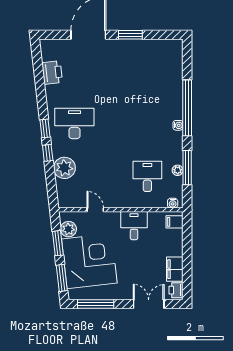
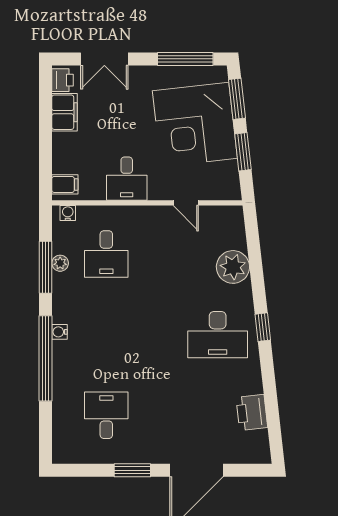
desk: (147, 71) -> (106, 415), added
window: (48, 153) -> (258, 290), removed
plant: (68, 229) -> (227, 173), removed

